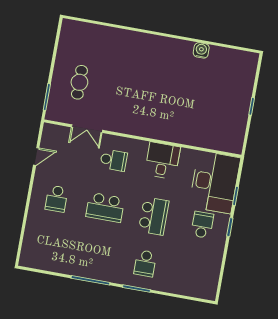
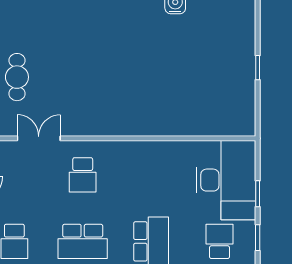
double door: (87, 129) -> (39, 138), swing flipped
school desk: (114, 160) -> (83, 175), turned 90
desk: (162, 161) -> (149, 163), removed

